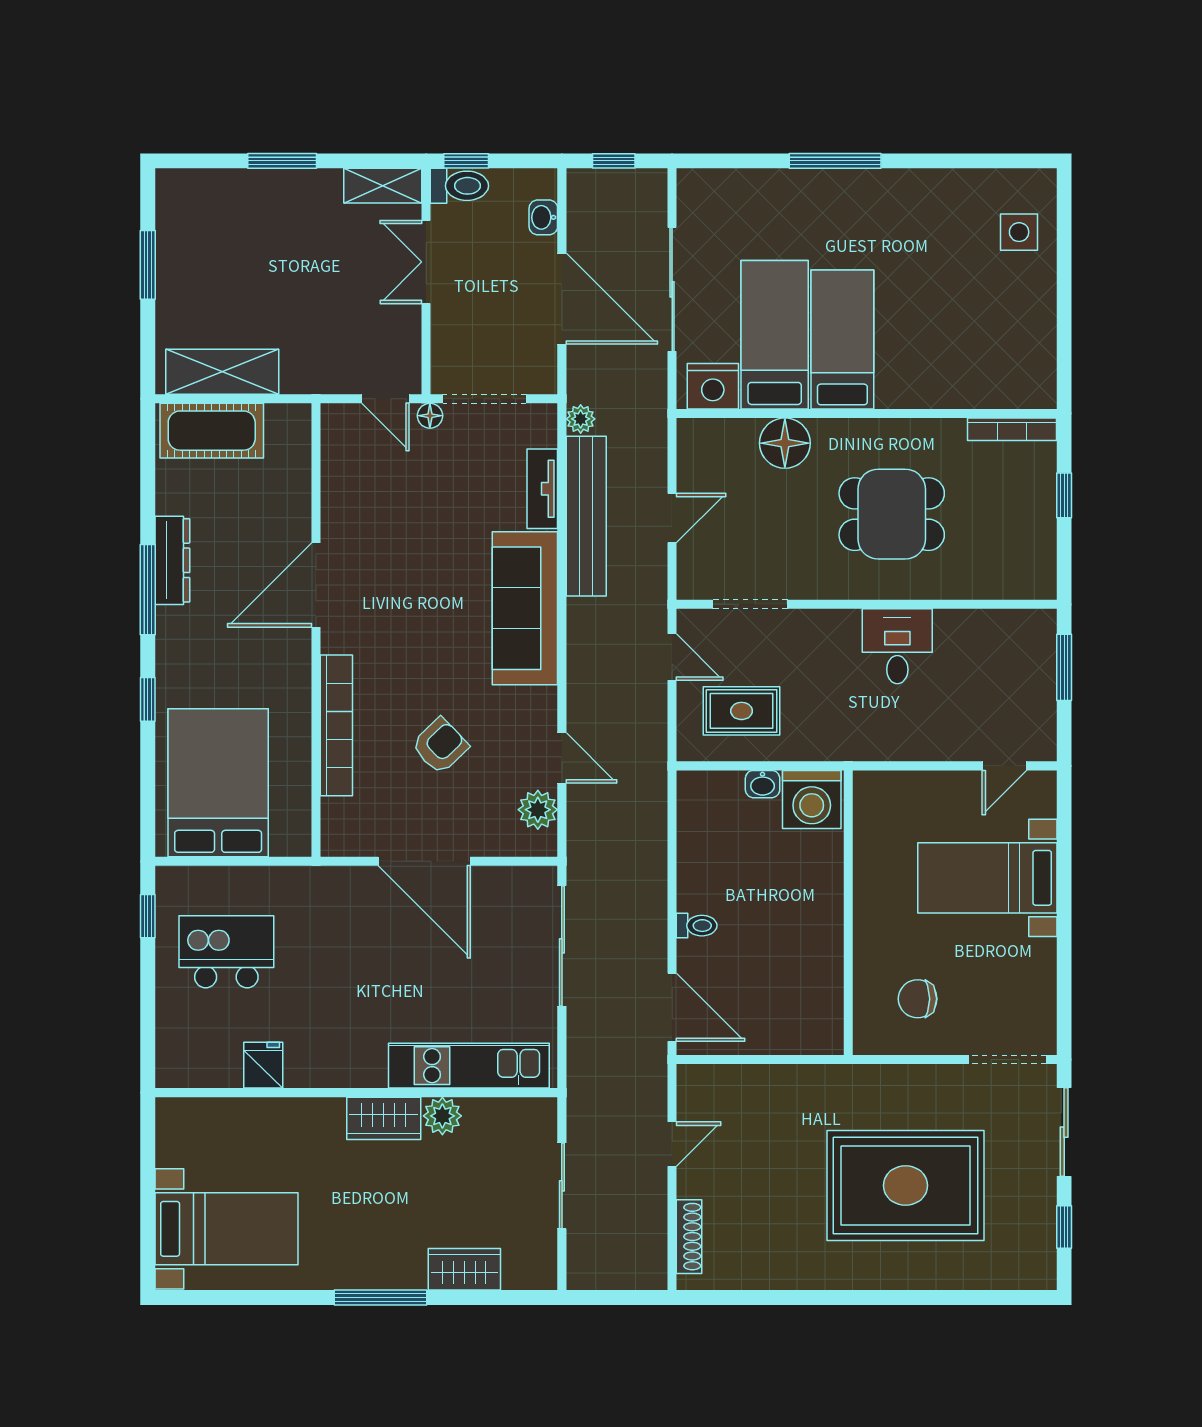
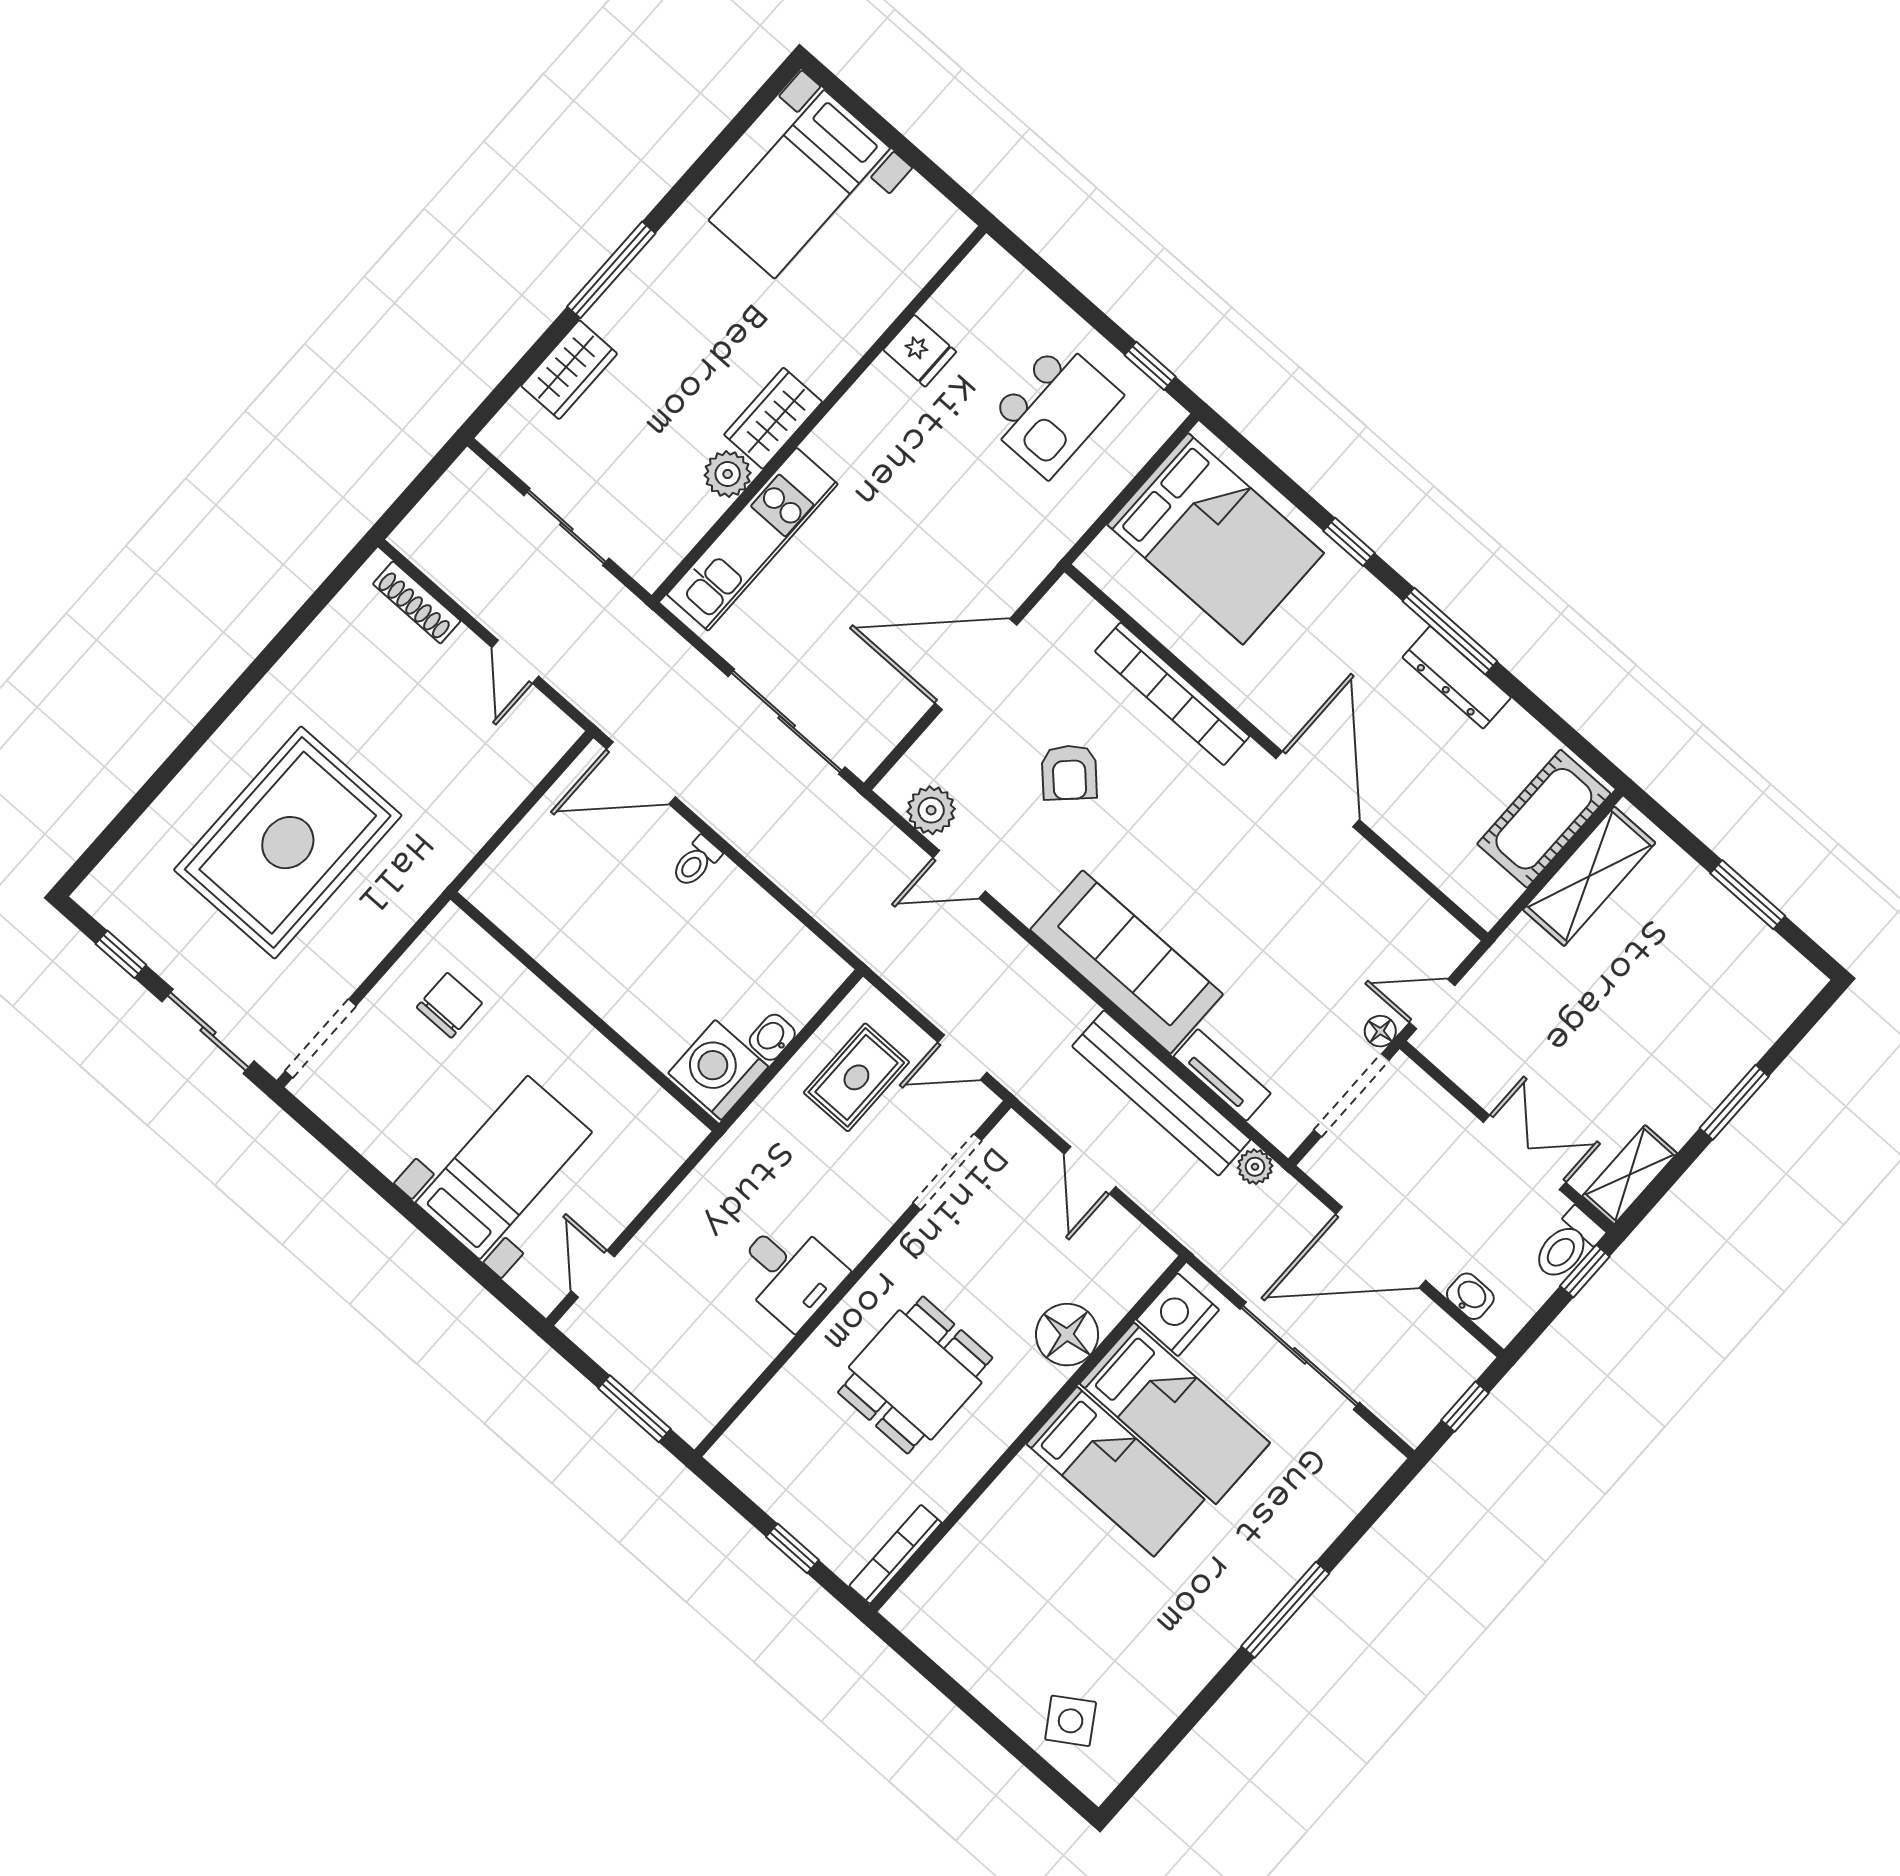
side table: (1019, 232) -> (1071, 1721), turned -33

